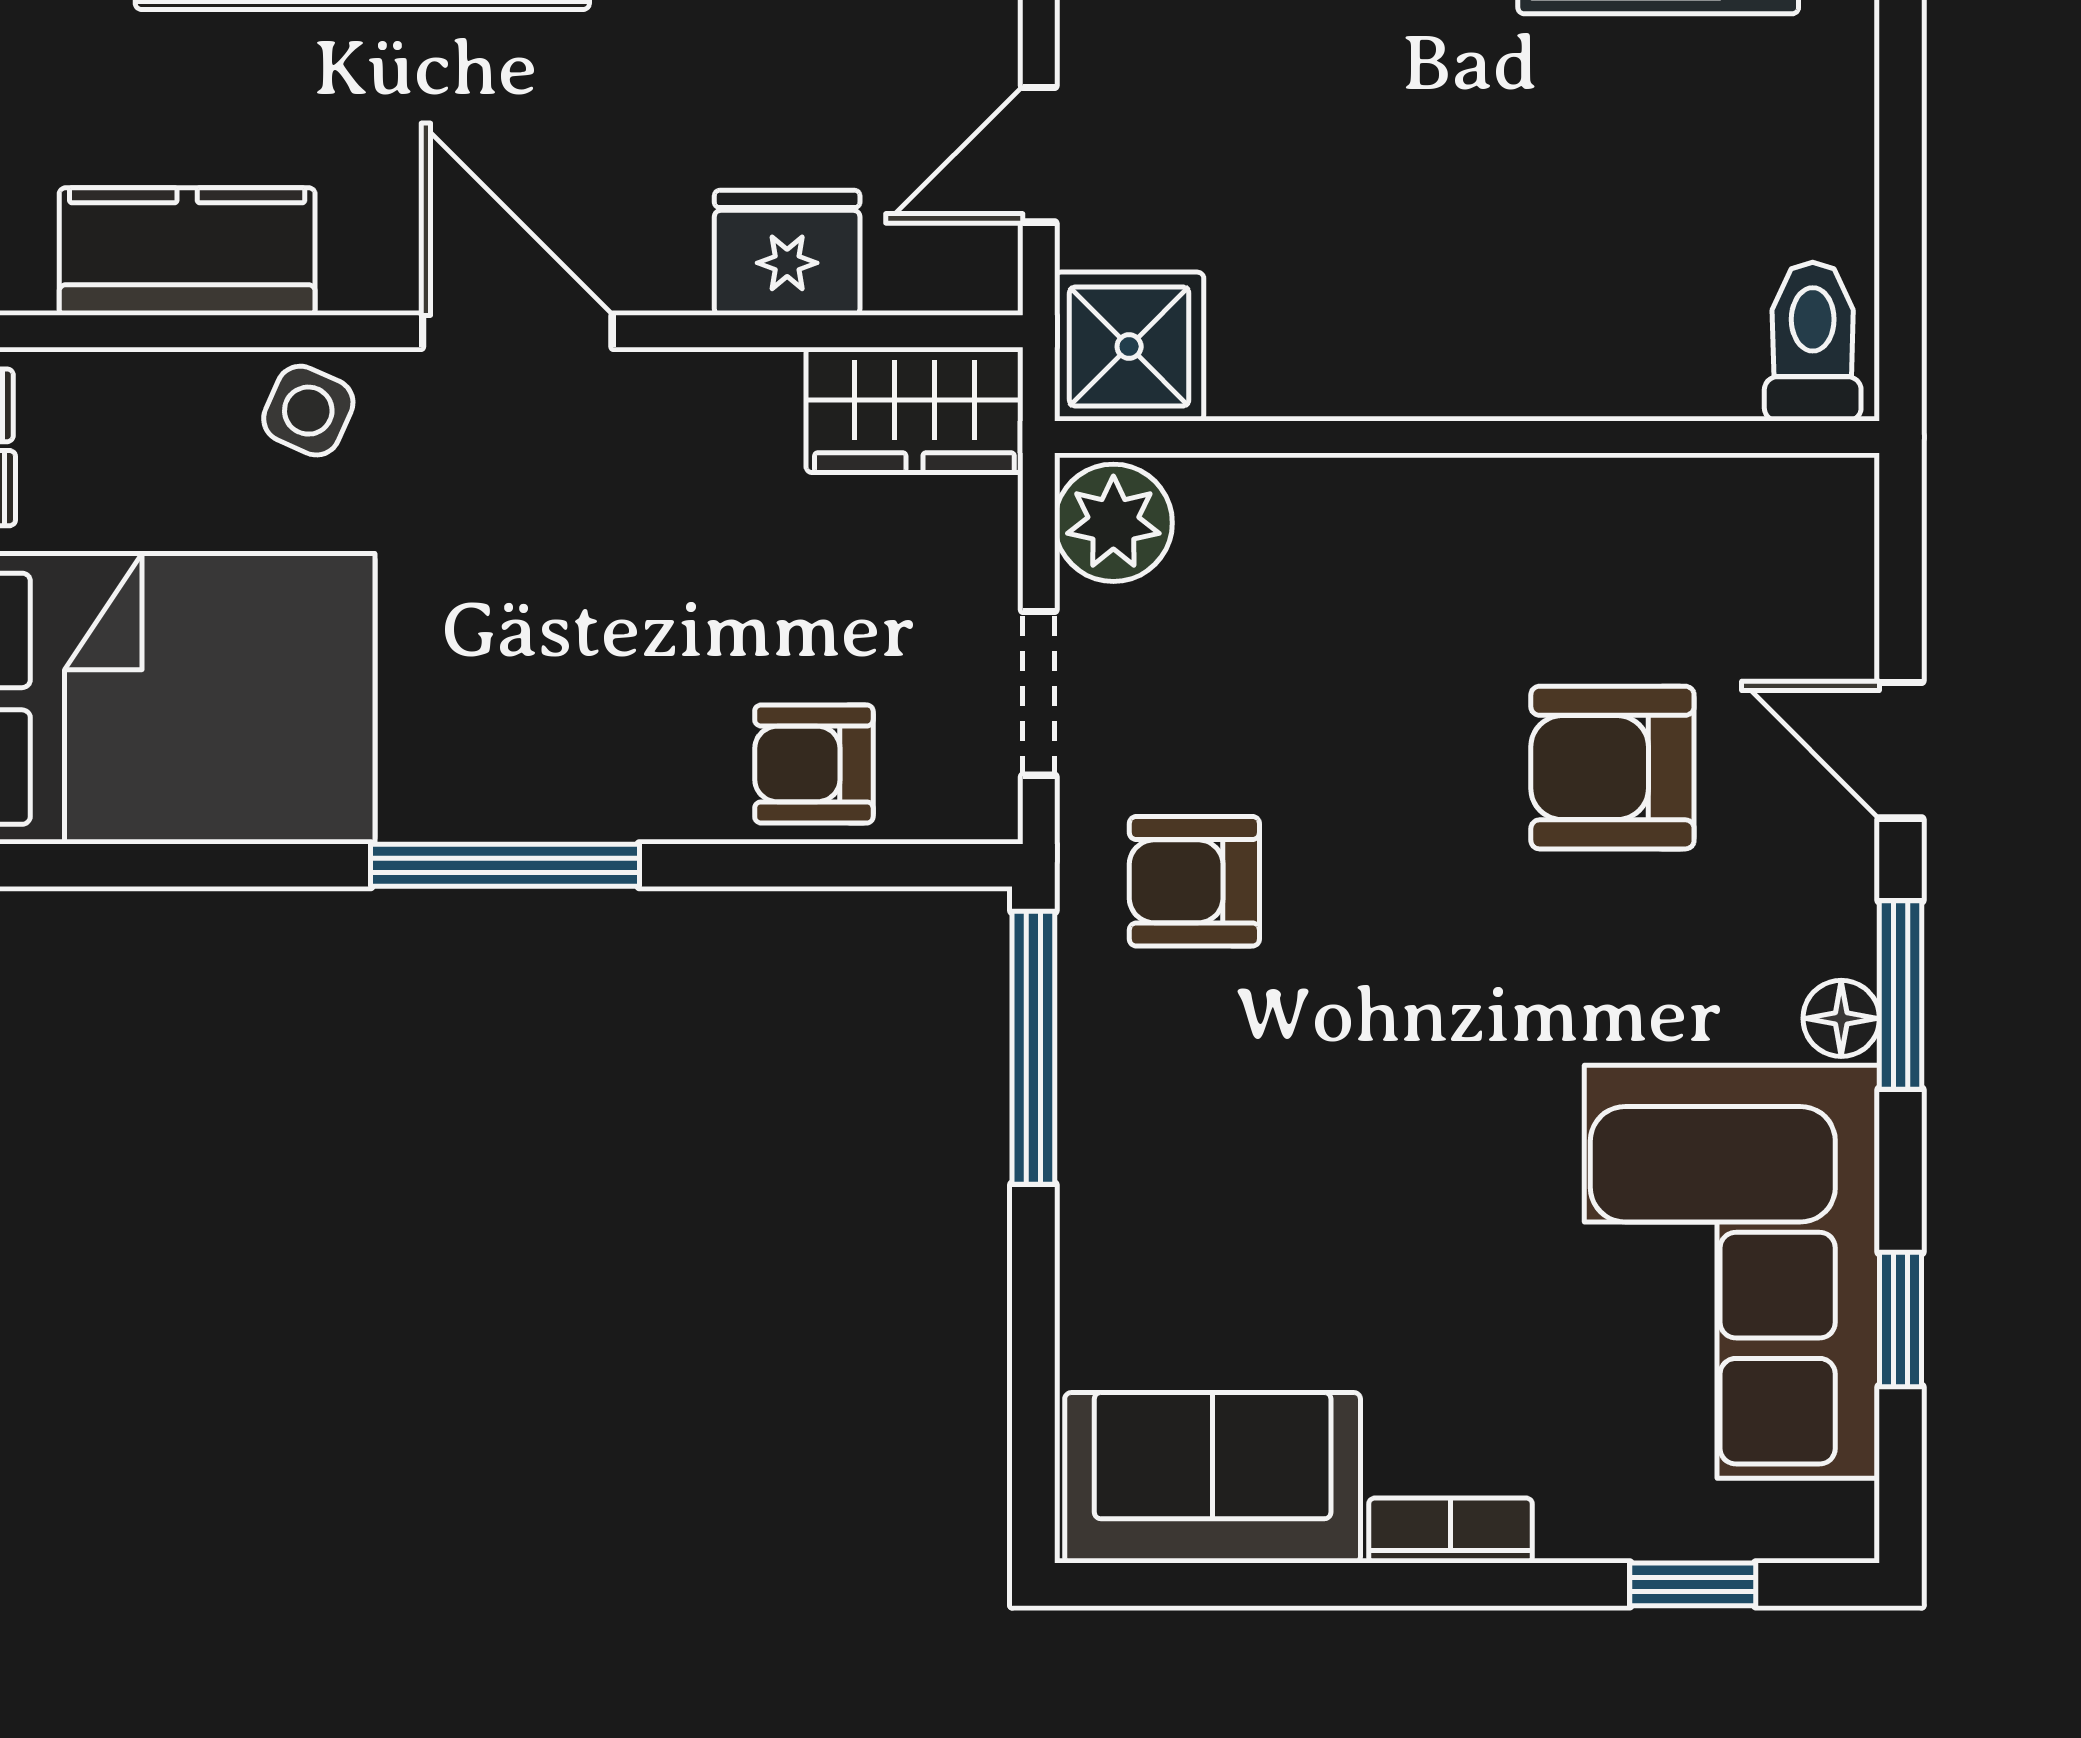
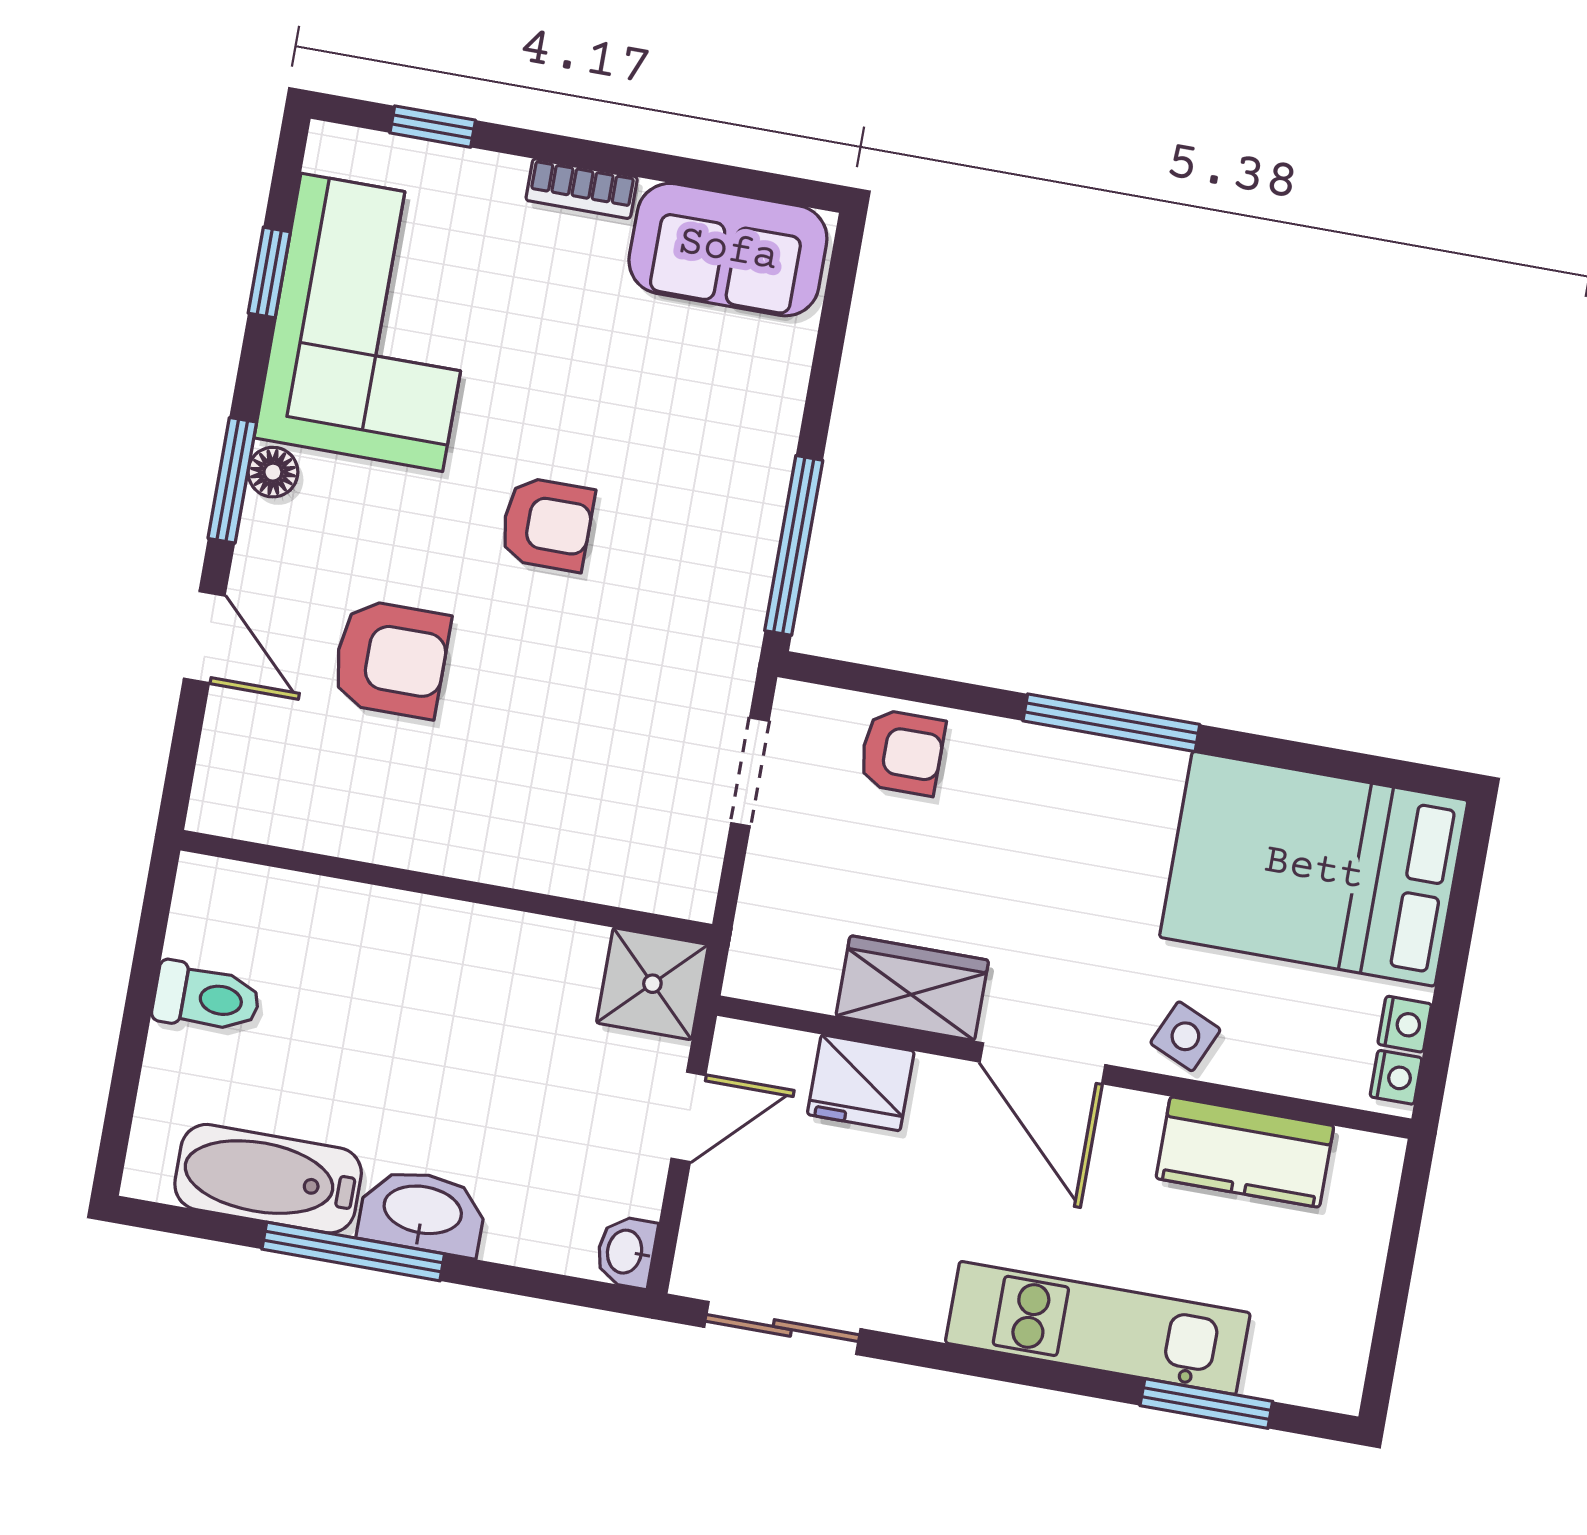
toilet: (1813, 342) -> (207, 998), moved, turned -90
wardrobe: (914, 410) -> (912, 988), moved
plant: (1113, 523) -> (683, 873), removed
armchair: (1194, 881) -> (547, 524), moved

